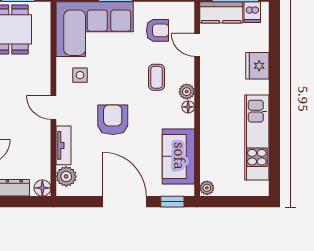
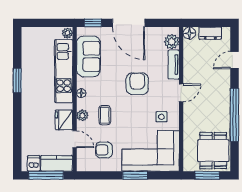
fridge: (257, 66) -> (64, 120), moved, turned 180
plant: (187, 92) -> (82, 115), moved
door: (53, 107) -> (181, 93), hinge flipped
armchair: (113, 120) -> (137, 84), turned 180
window: (274, 124) -> (17, 80), added
kitchen unit: (257, 138) -> (64, 71), moved, turned 180

